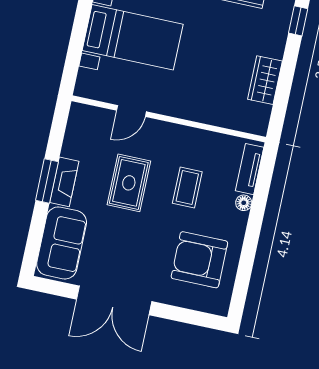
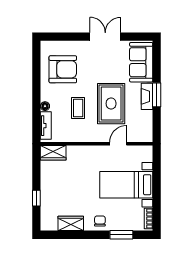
window: (298, 21) -> (36, 198), moved
wardrobe: (265, 80) -> (53, 153), moved, turned 90
rug: (129, 183) -> (111, 104), width x1.36, depth x1.43
double door: (114, 300) -> (105, 37), width x0.73

